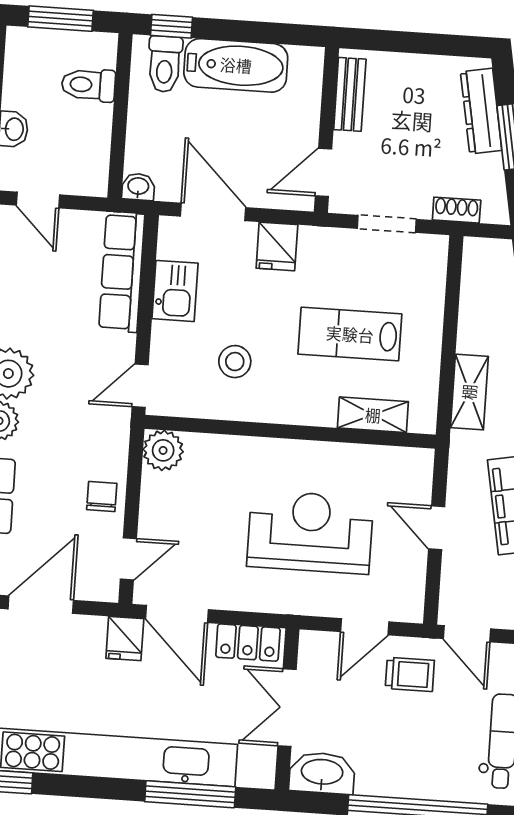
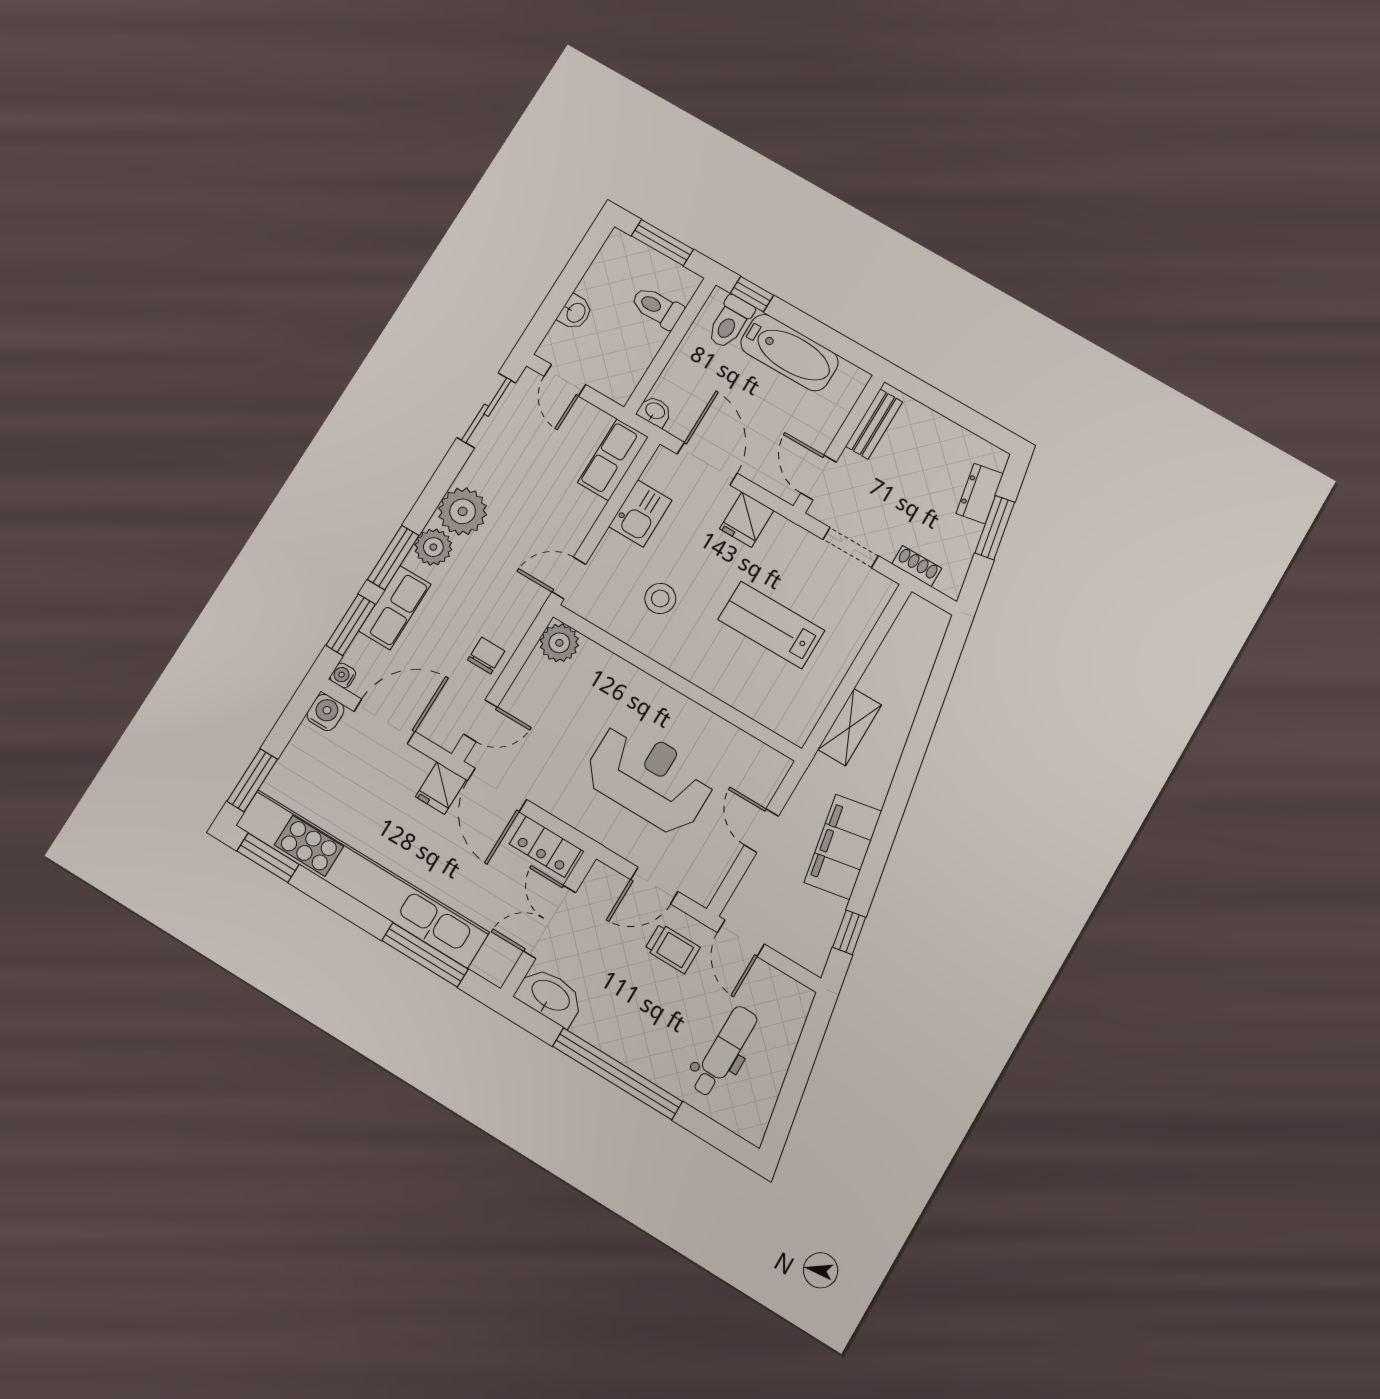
dresser: (481, 111) -> (980, 494), width x0.70
door: (324, 172) -> (818, 478), hinge flipped
row of seats: (122, 272) -> (613, 460), width x0.68
shelving: (373, 415) -> (756, 704), removed

